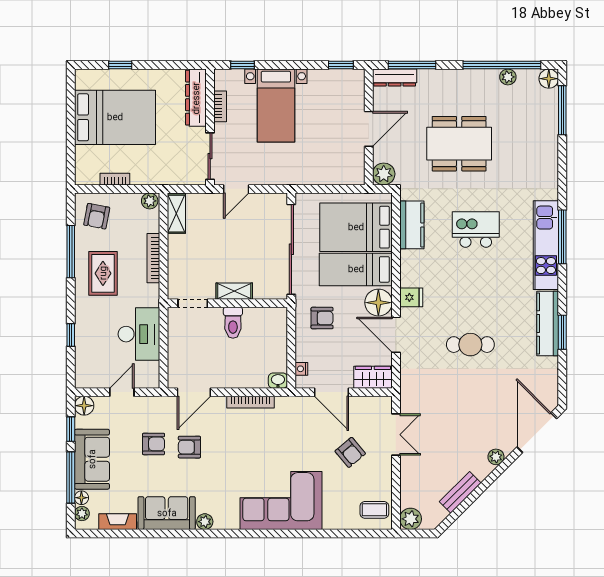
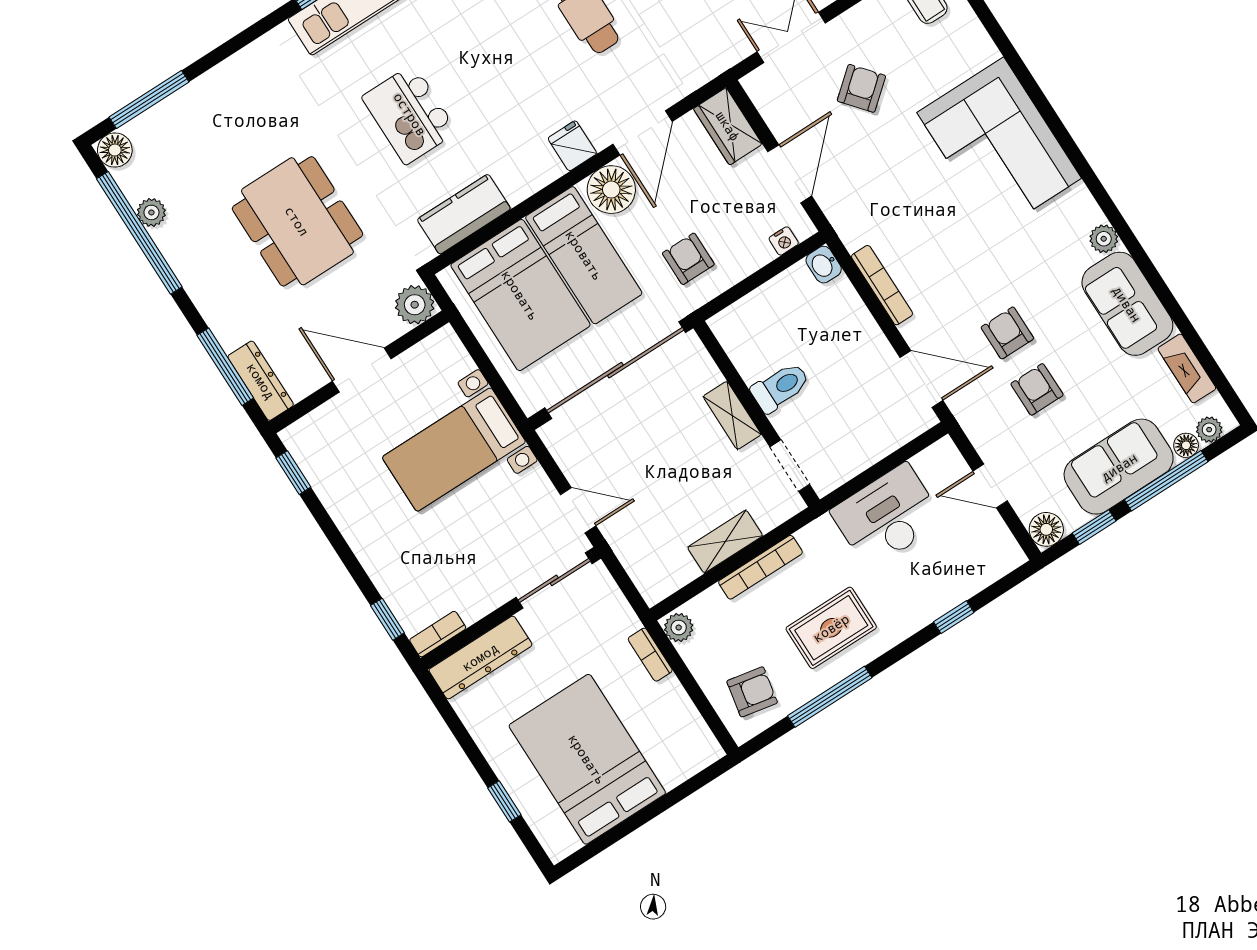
bookcase: (220, 106) -> (438, 634), moved
bed with nightstands: (276, 106) -> (454, 450), moved, turned 180
bookcase: (115, 179) -> (650, 655), moved
shelving: (176, 214) -> (725, 542), moved
armchair: (189, 447) -> (1007, 333), turned 180

